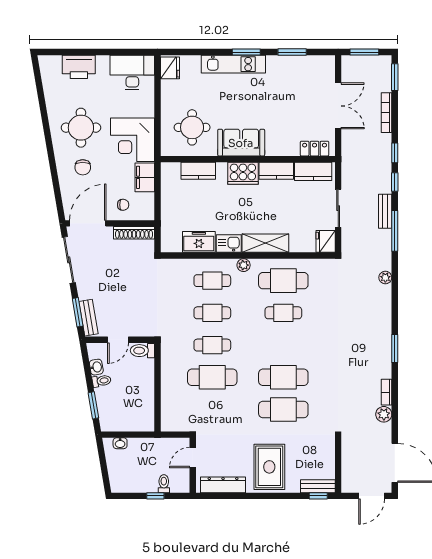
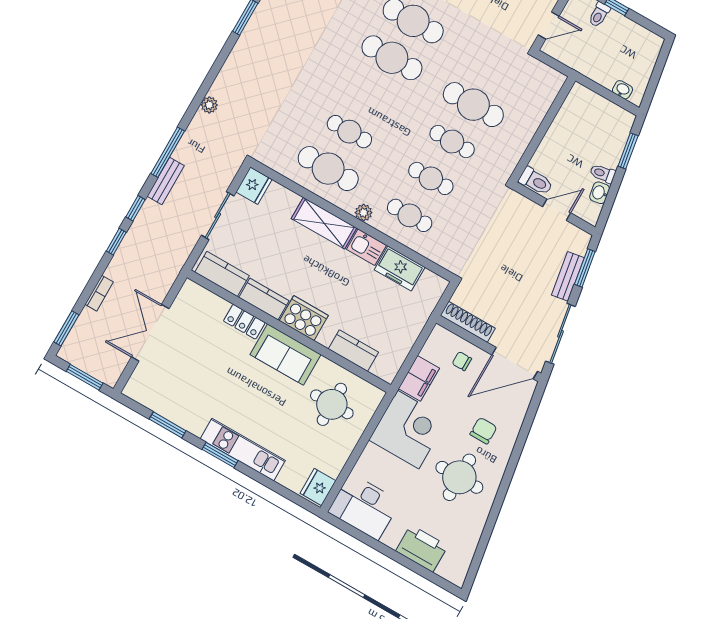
bookcase: (387, 113) -> (99, 293), width x0.64
locker: (315, 149) -> (244, 322), moved
bench: (88, 318) -> (568, 276), moved

